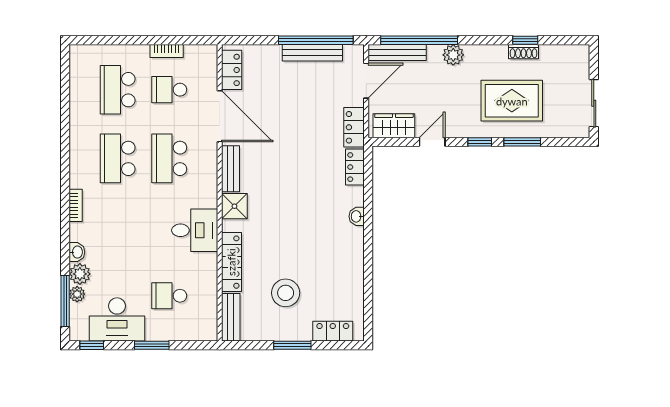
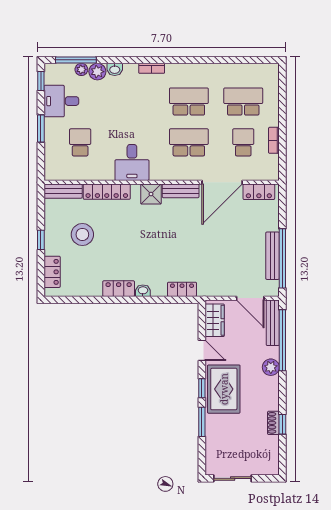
rug: (512, 101) -> (224, 389), moved
locker: (354, 127) -> (119, 289), moved
desk: (117, 319) -> (61, 101), width x0.73
window: (292, 345) -> (41, 240), width x0.67

